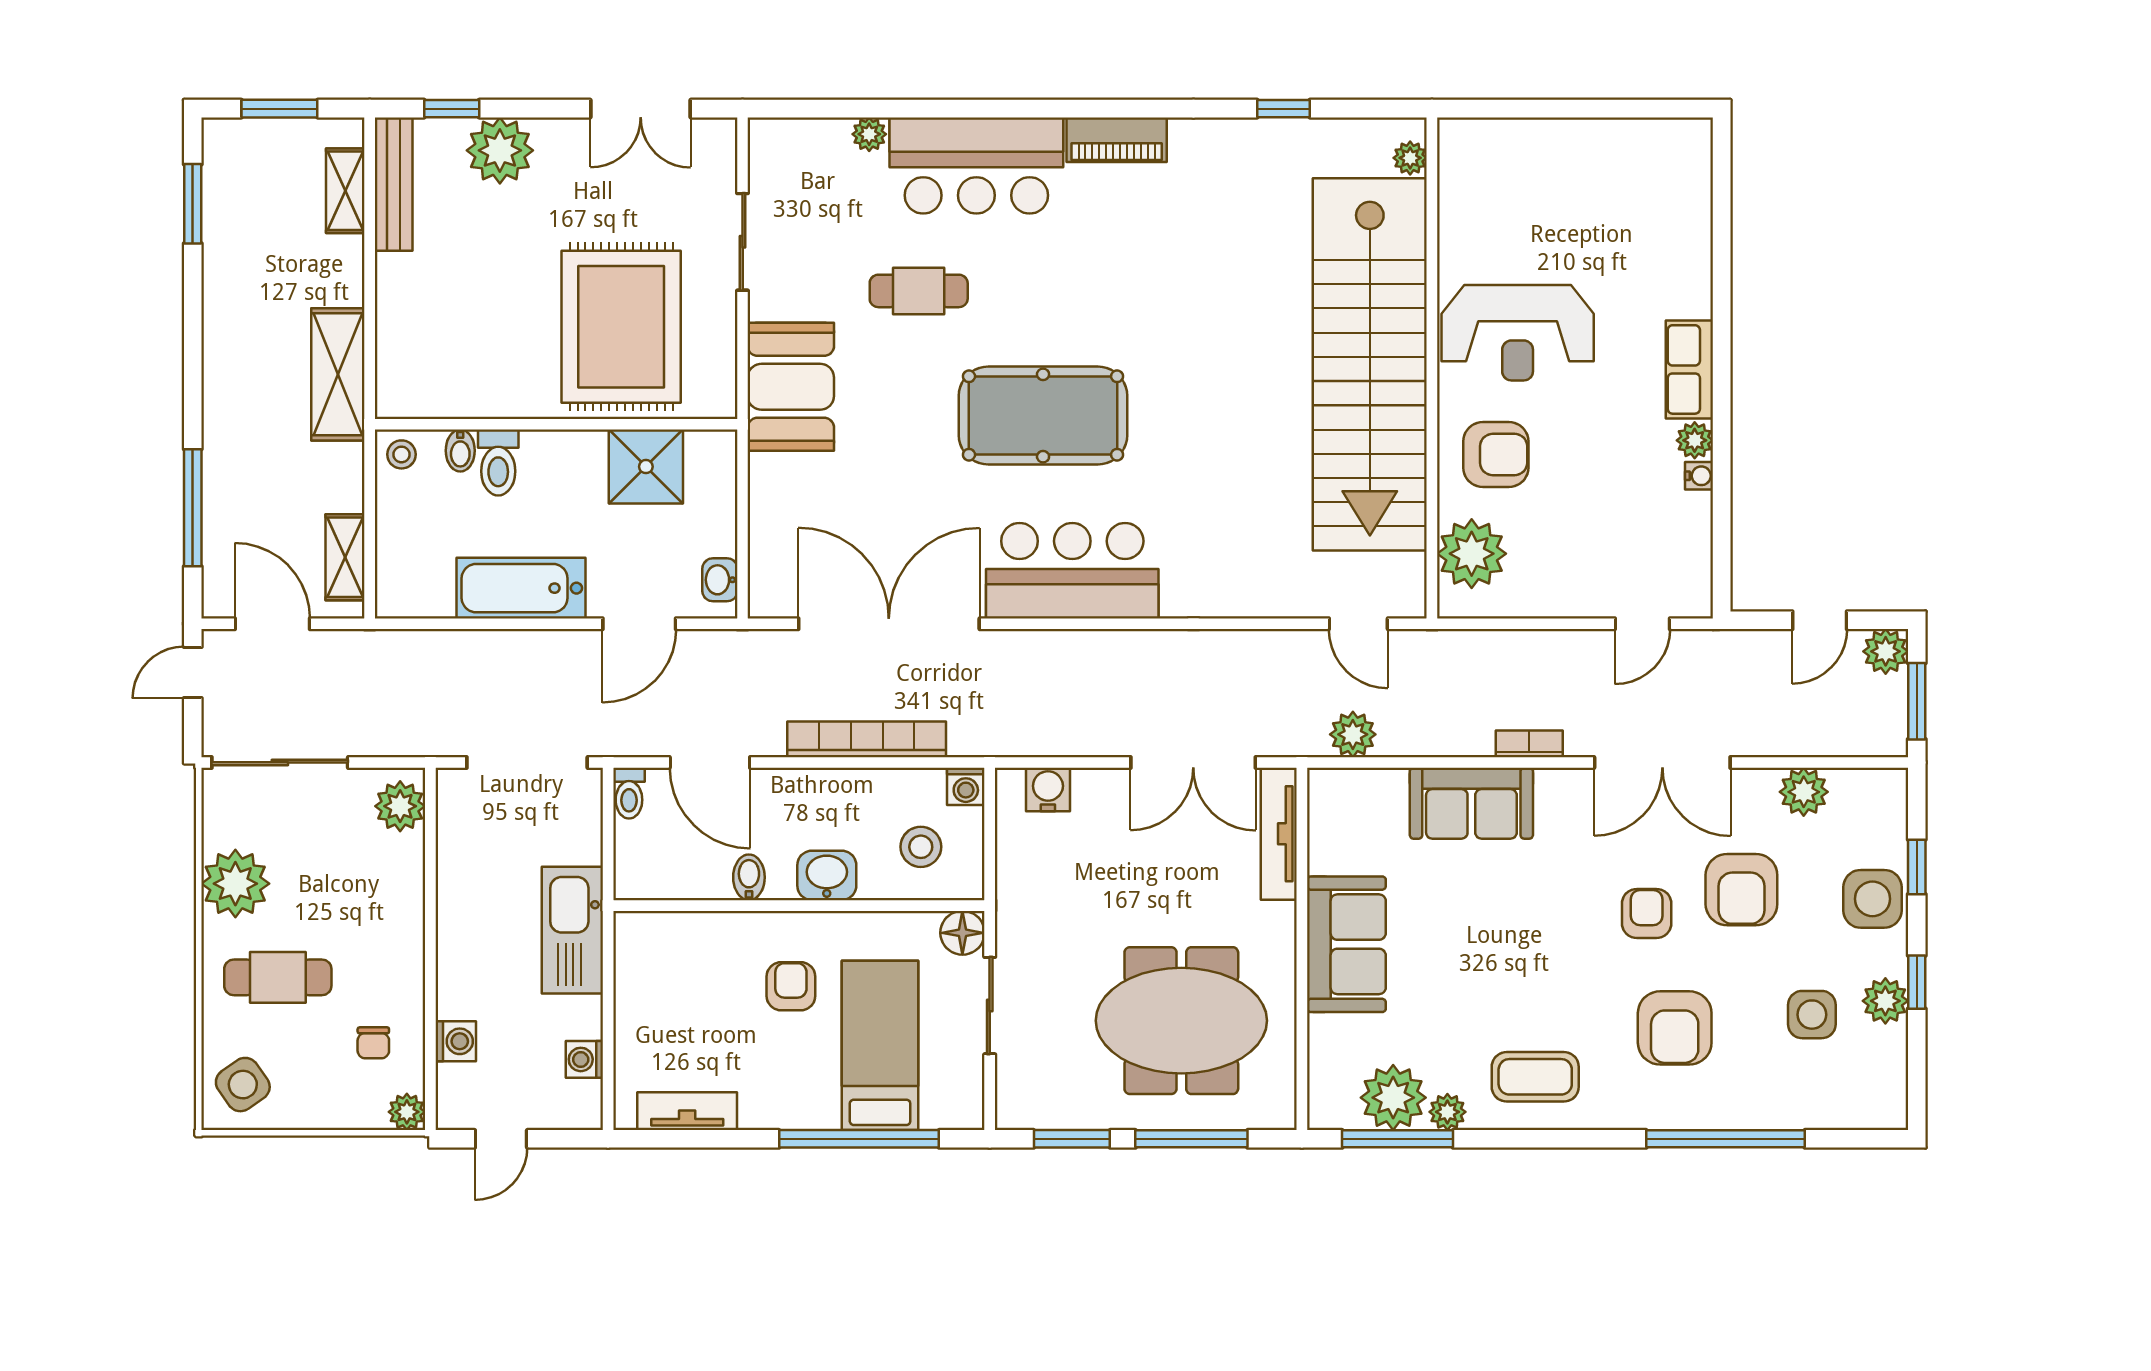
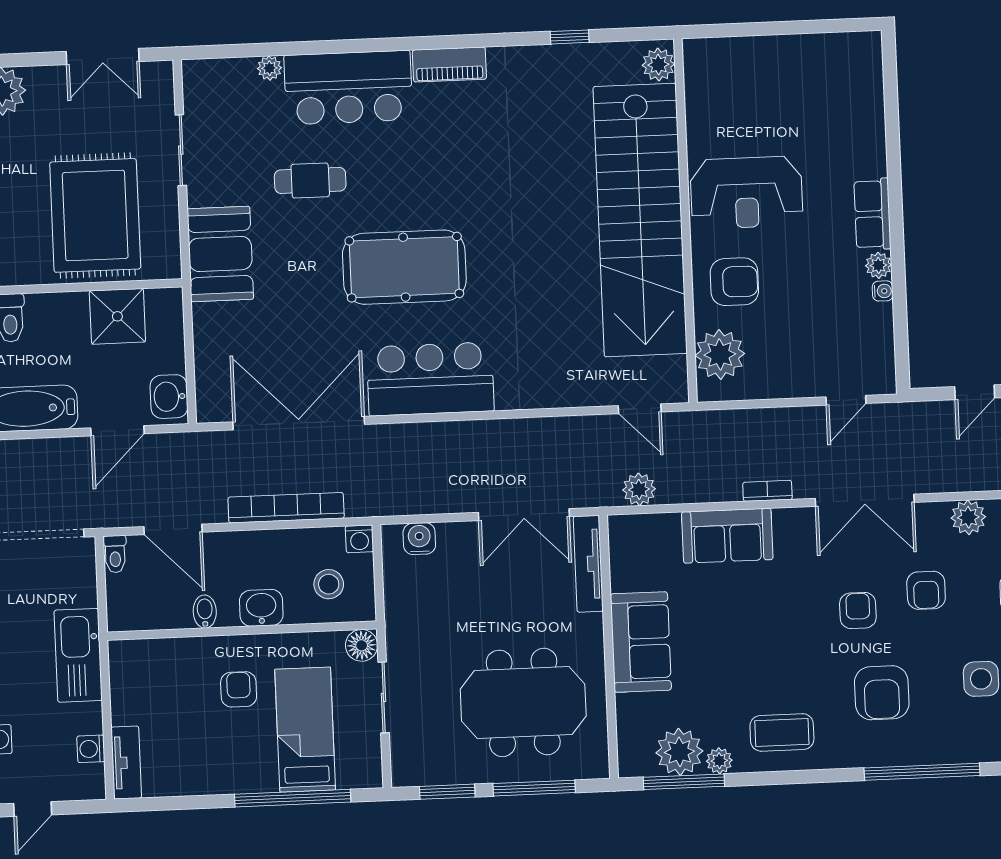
plant: (1410, 158) -> (658, 65), width x1.38, depth x1.38
washbasin: (720, 580) -> (169, 397), width x1.38, depth x1.45
armchair: (1741, 890) -> (926, 590), width x0.72, depth x0.72
tv unit: (687, 1111) -> (126, 763), moved, turned 90

